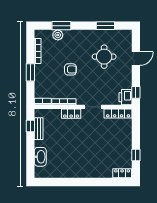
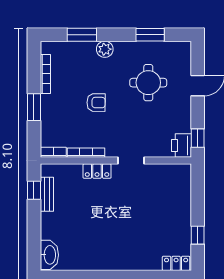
plant: (58, 35) -> (105, 49), moved
locker: (118, 113) -> (170, 171), removed
washbasin: (40, 157) -> (49, 255), moved

